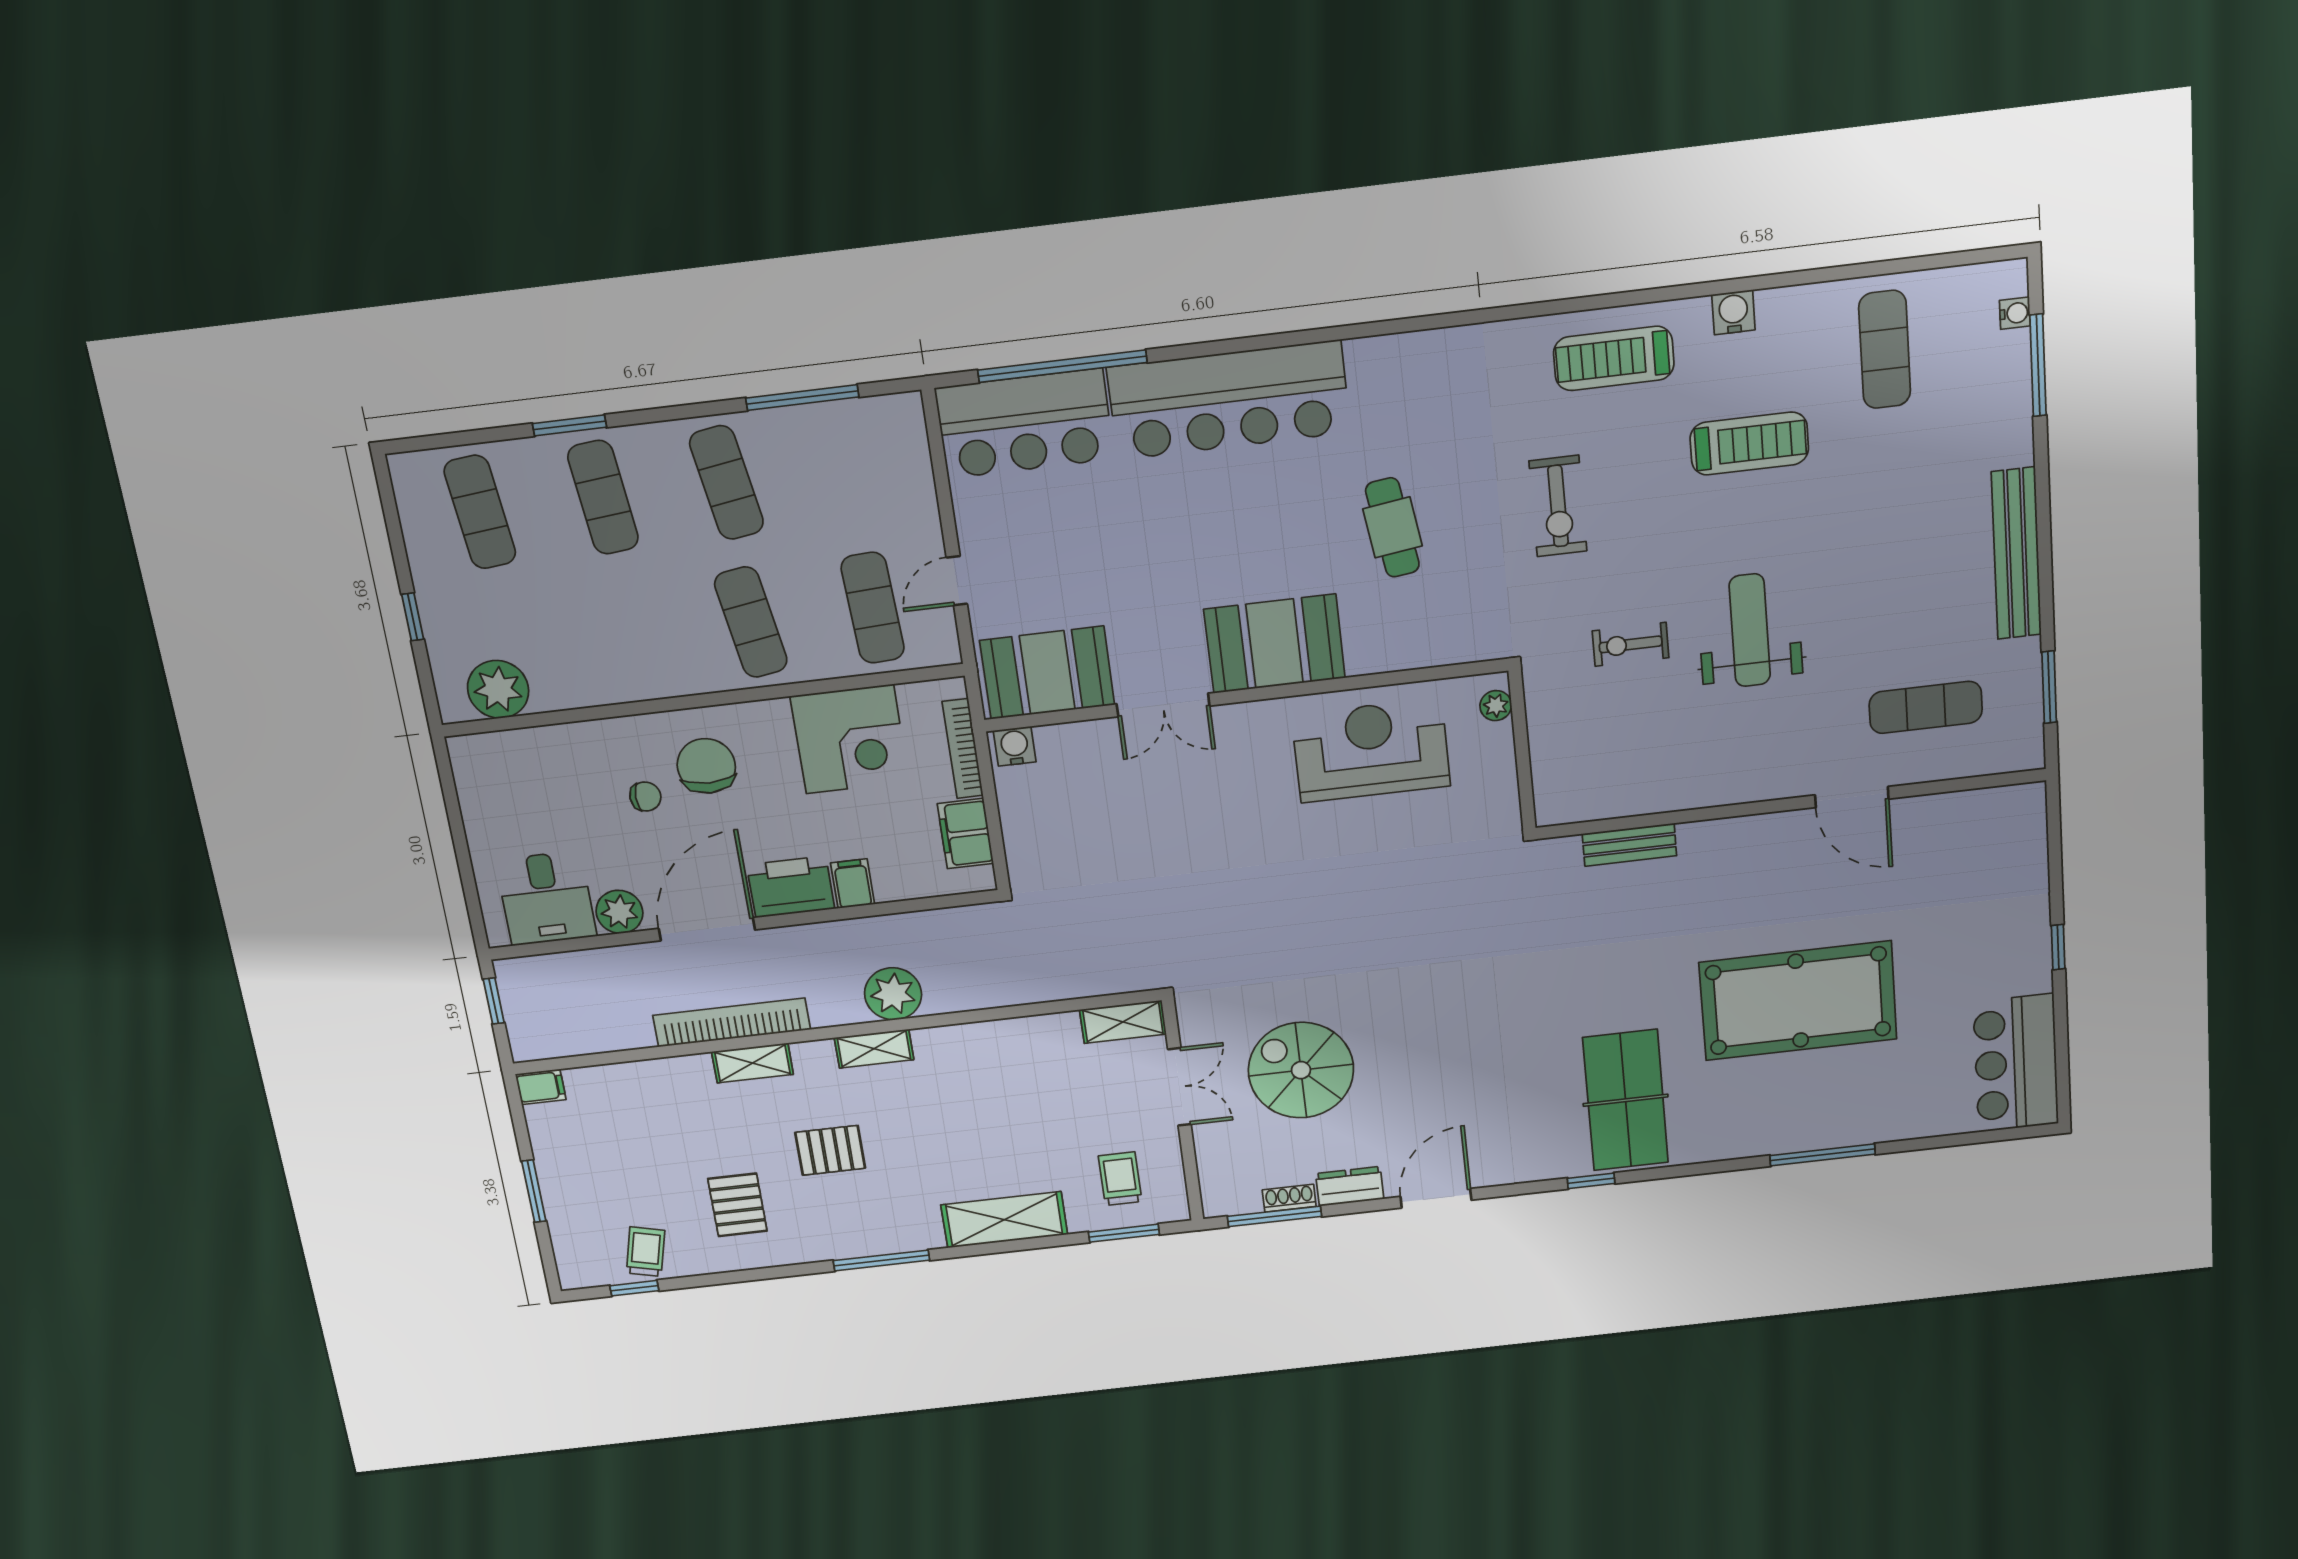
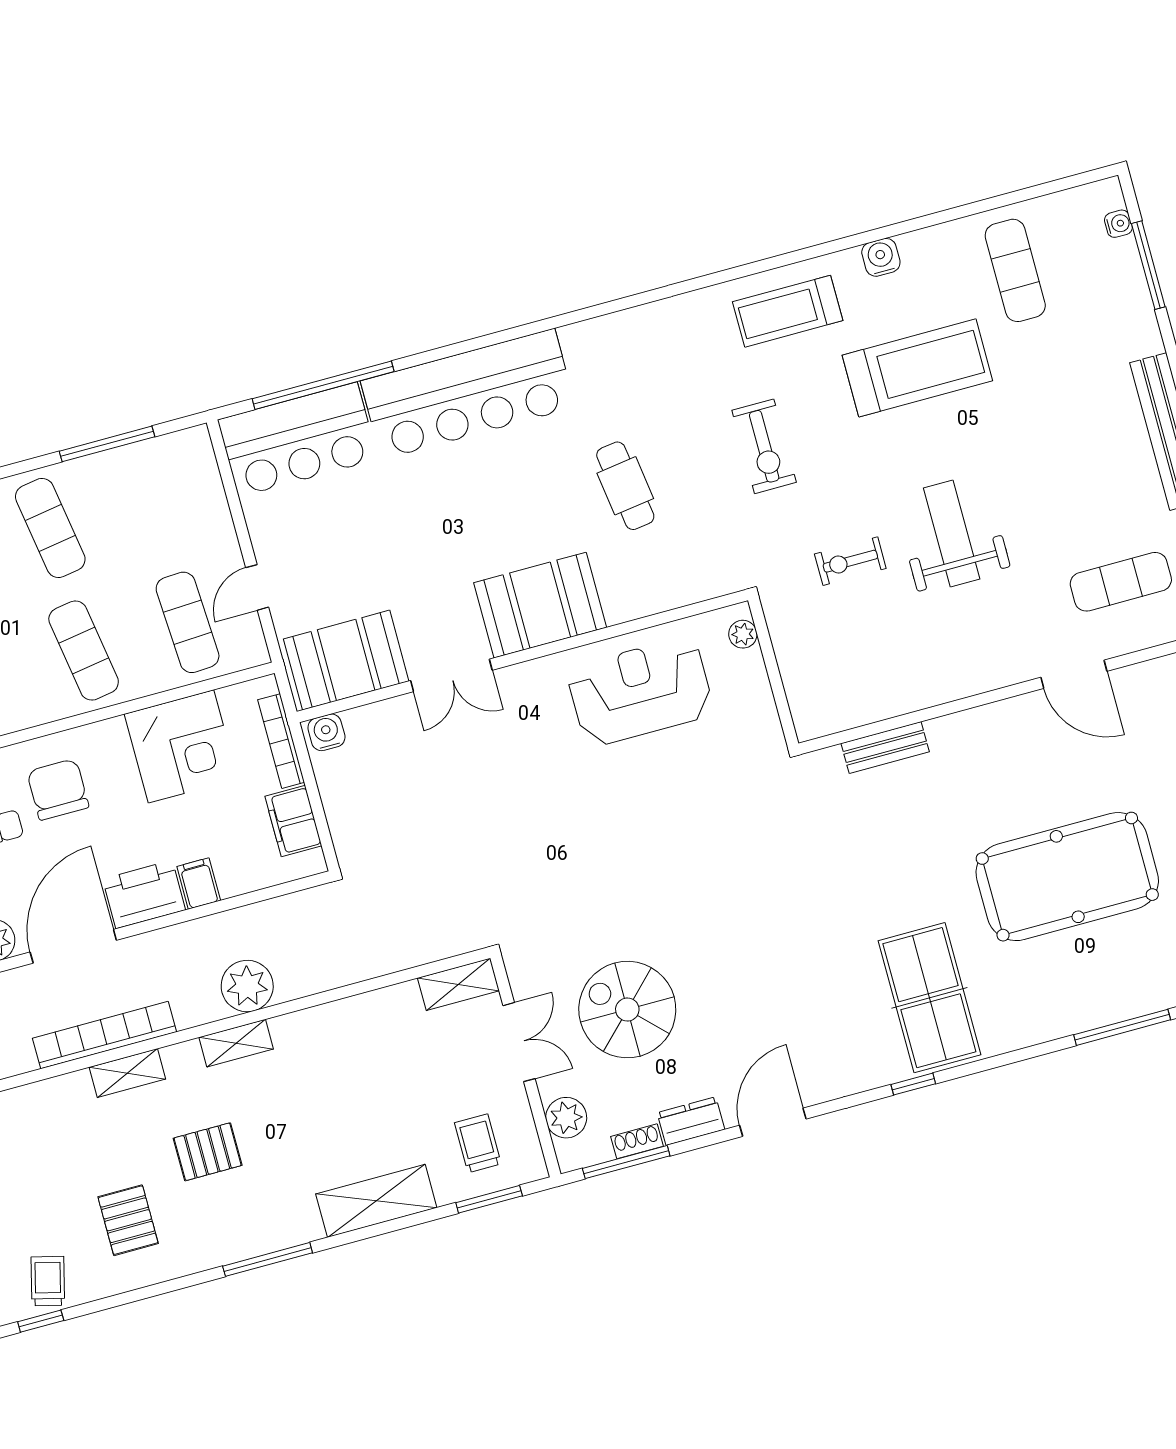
treadmill: (1749, 444) -> (917, 368), width x1.37, depth x1.37
plant: (1218, 1166) -> (566, 1118), added

